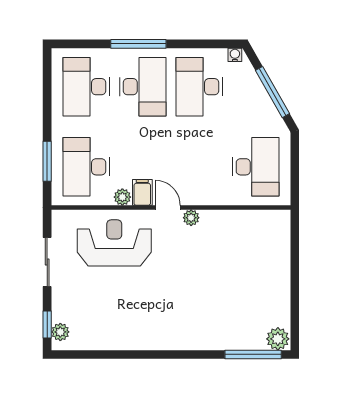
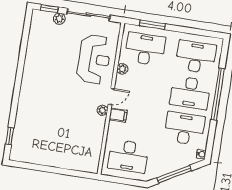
window: (138, 44) -> (218, 94), width x1.46
filing cabinet: (142, 192) -> (118, 115), moved
sliding door: (47, 262) -> (89, 15), width x1.37
plant: (60, 332) -> (59, 19), moved
plant: (278, 339) -> (17, 153), removed
window: (253, 354) -> (10, 136), width x0.46

